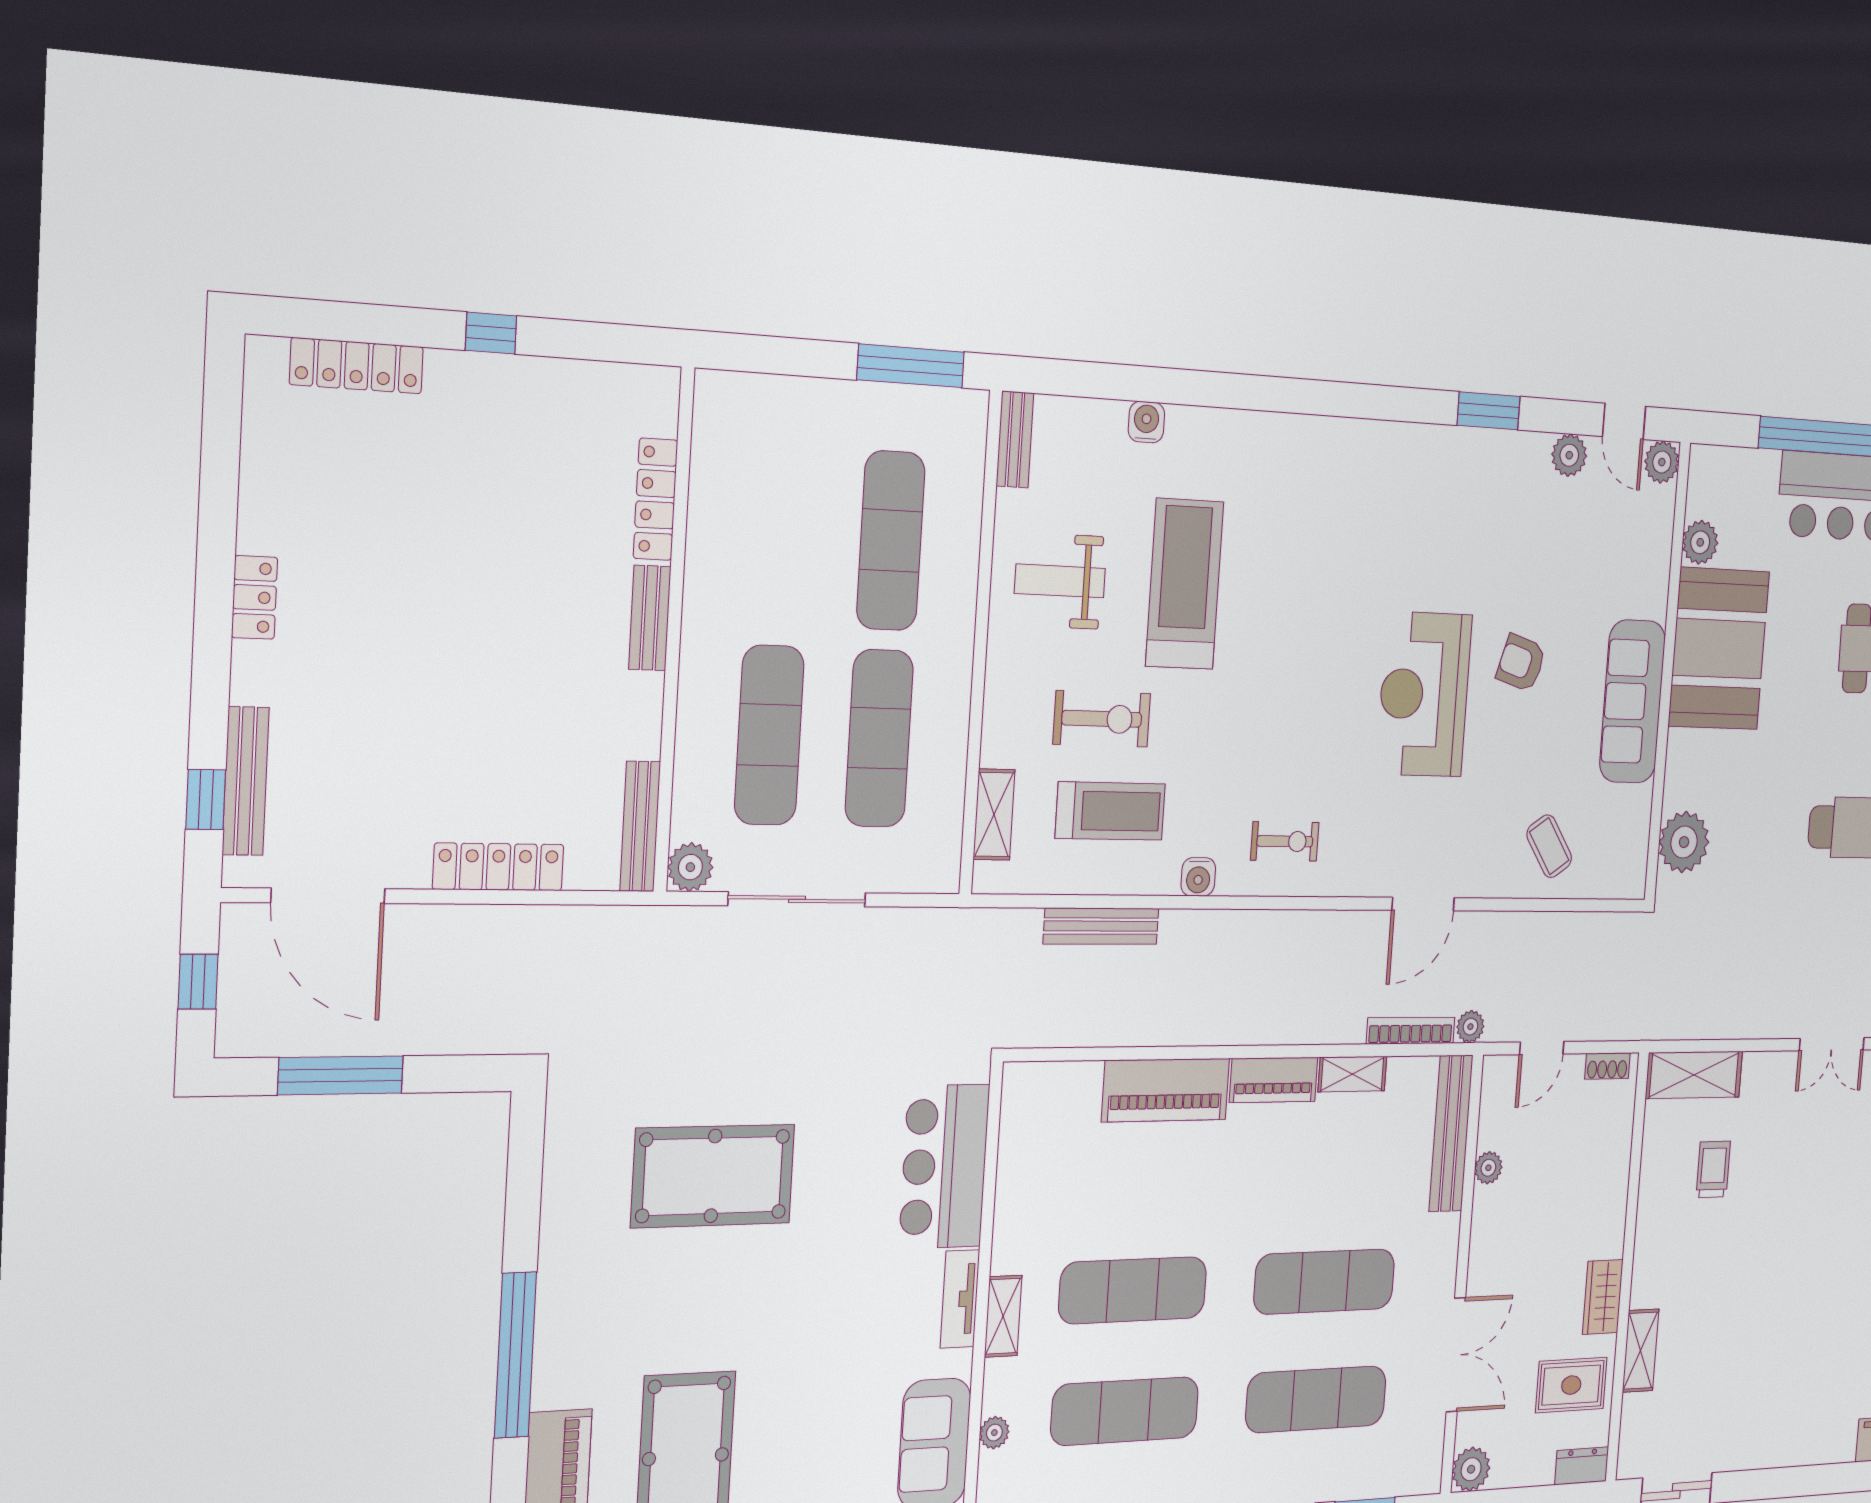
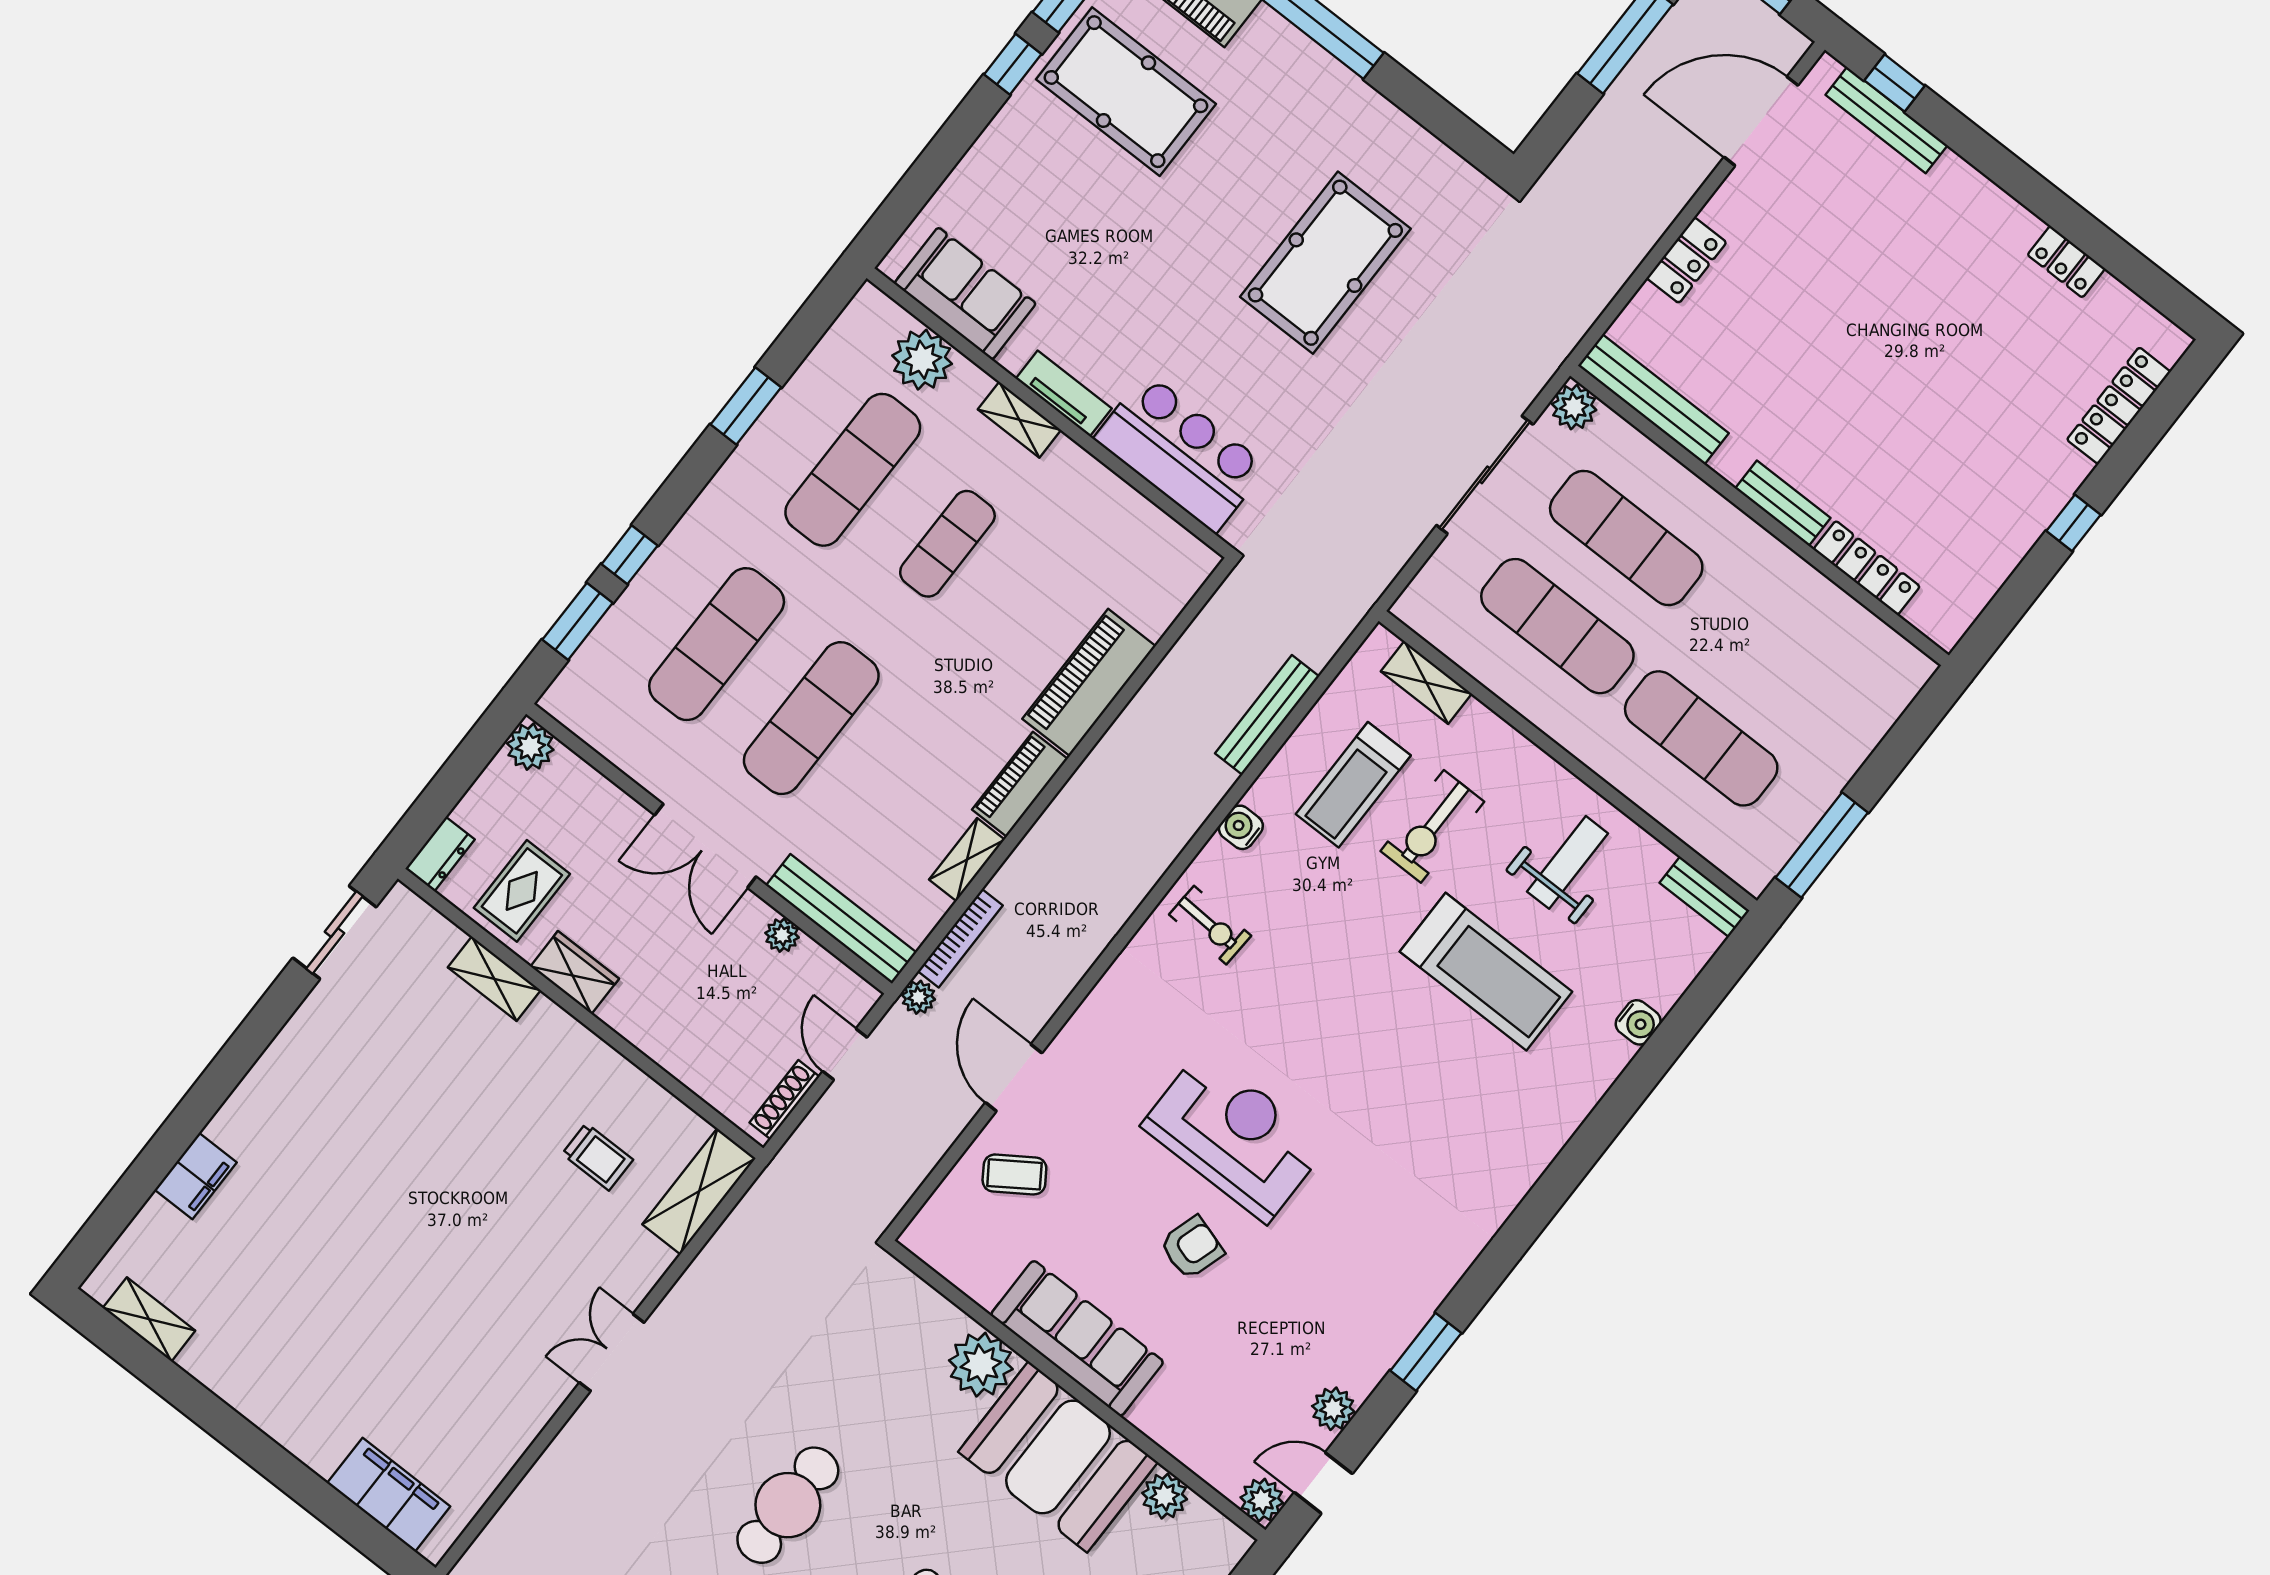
locker: (255, 597) -> (2066, 262), moved
bench: (640, 826) -> (1653, 399), width x1.37, depth x1.21
exercise bike: (1285, 841) -> (1210, 925), turned -87
plant: (1684, 842) -> (981, 1365), moved
locker: (498, 867) -> (1686, 260), width x0.66
door: (1423, 904) -> (1014, 1078), moved
shoe rack: (1607, 1066) -> (784, 1100), width x1.43
exercise mat: (1133, 1290) -> (947, 544), width x0.73, depth x0.69
double door: (1456, 1355) -> (705, 846), moved
plant: (994, 1433) -> (922, 360), width x1.88, depth x1.88

